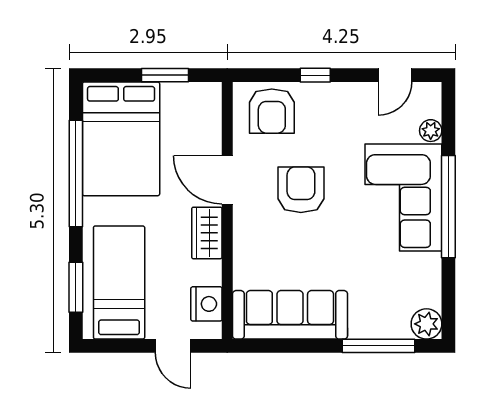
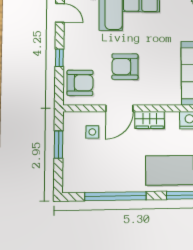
side table: (186, 133) -> (92, 132), added
bed: (121, 139) -> (96, 170), removed

